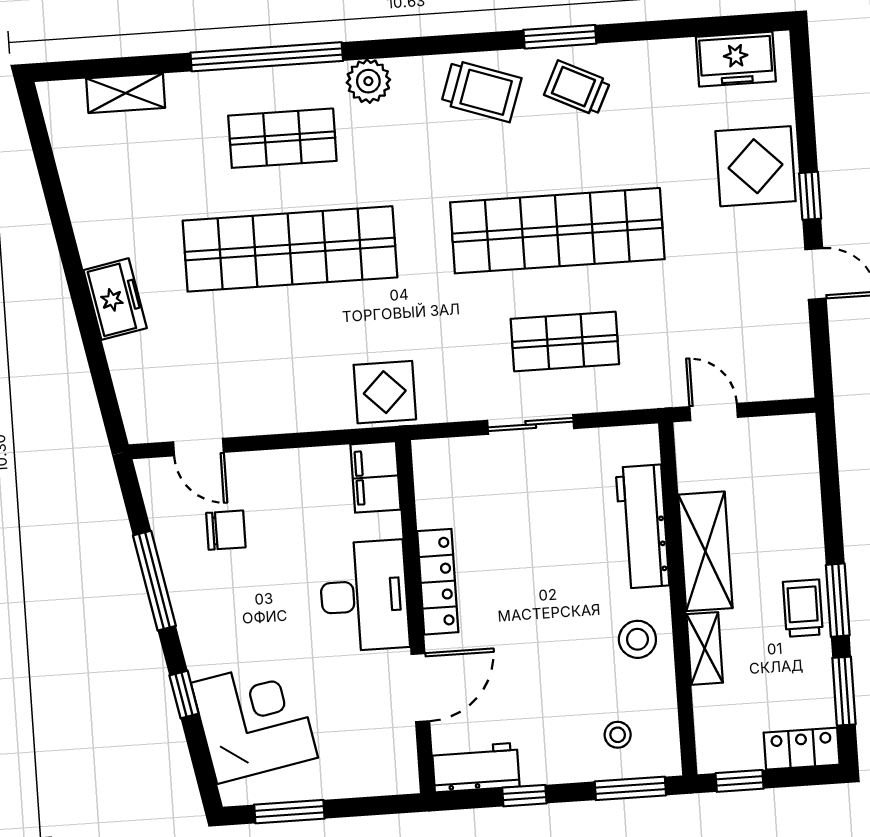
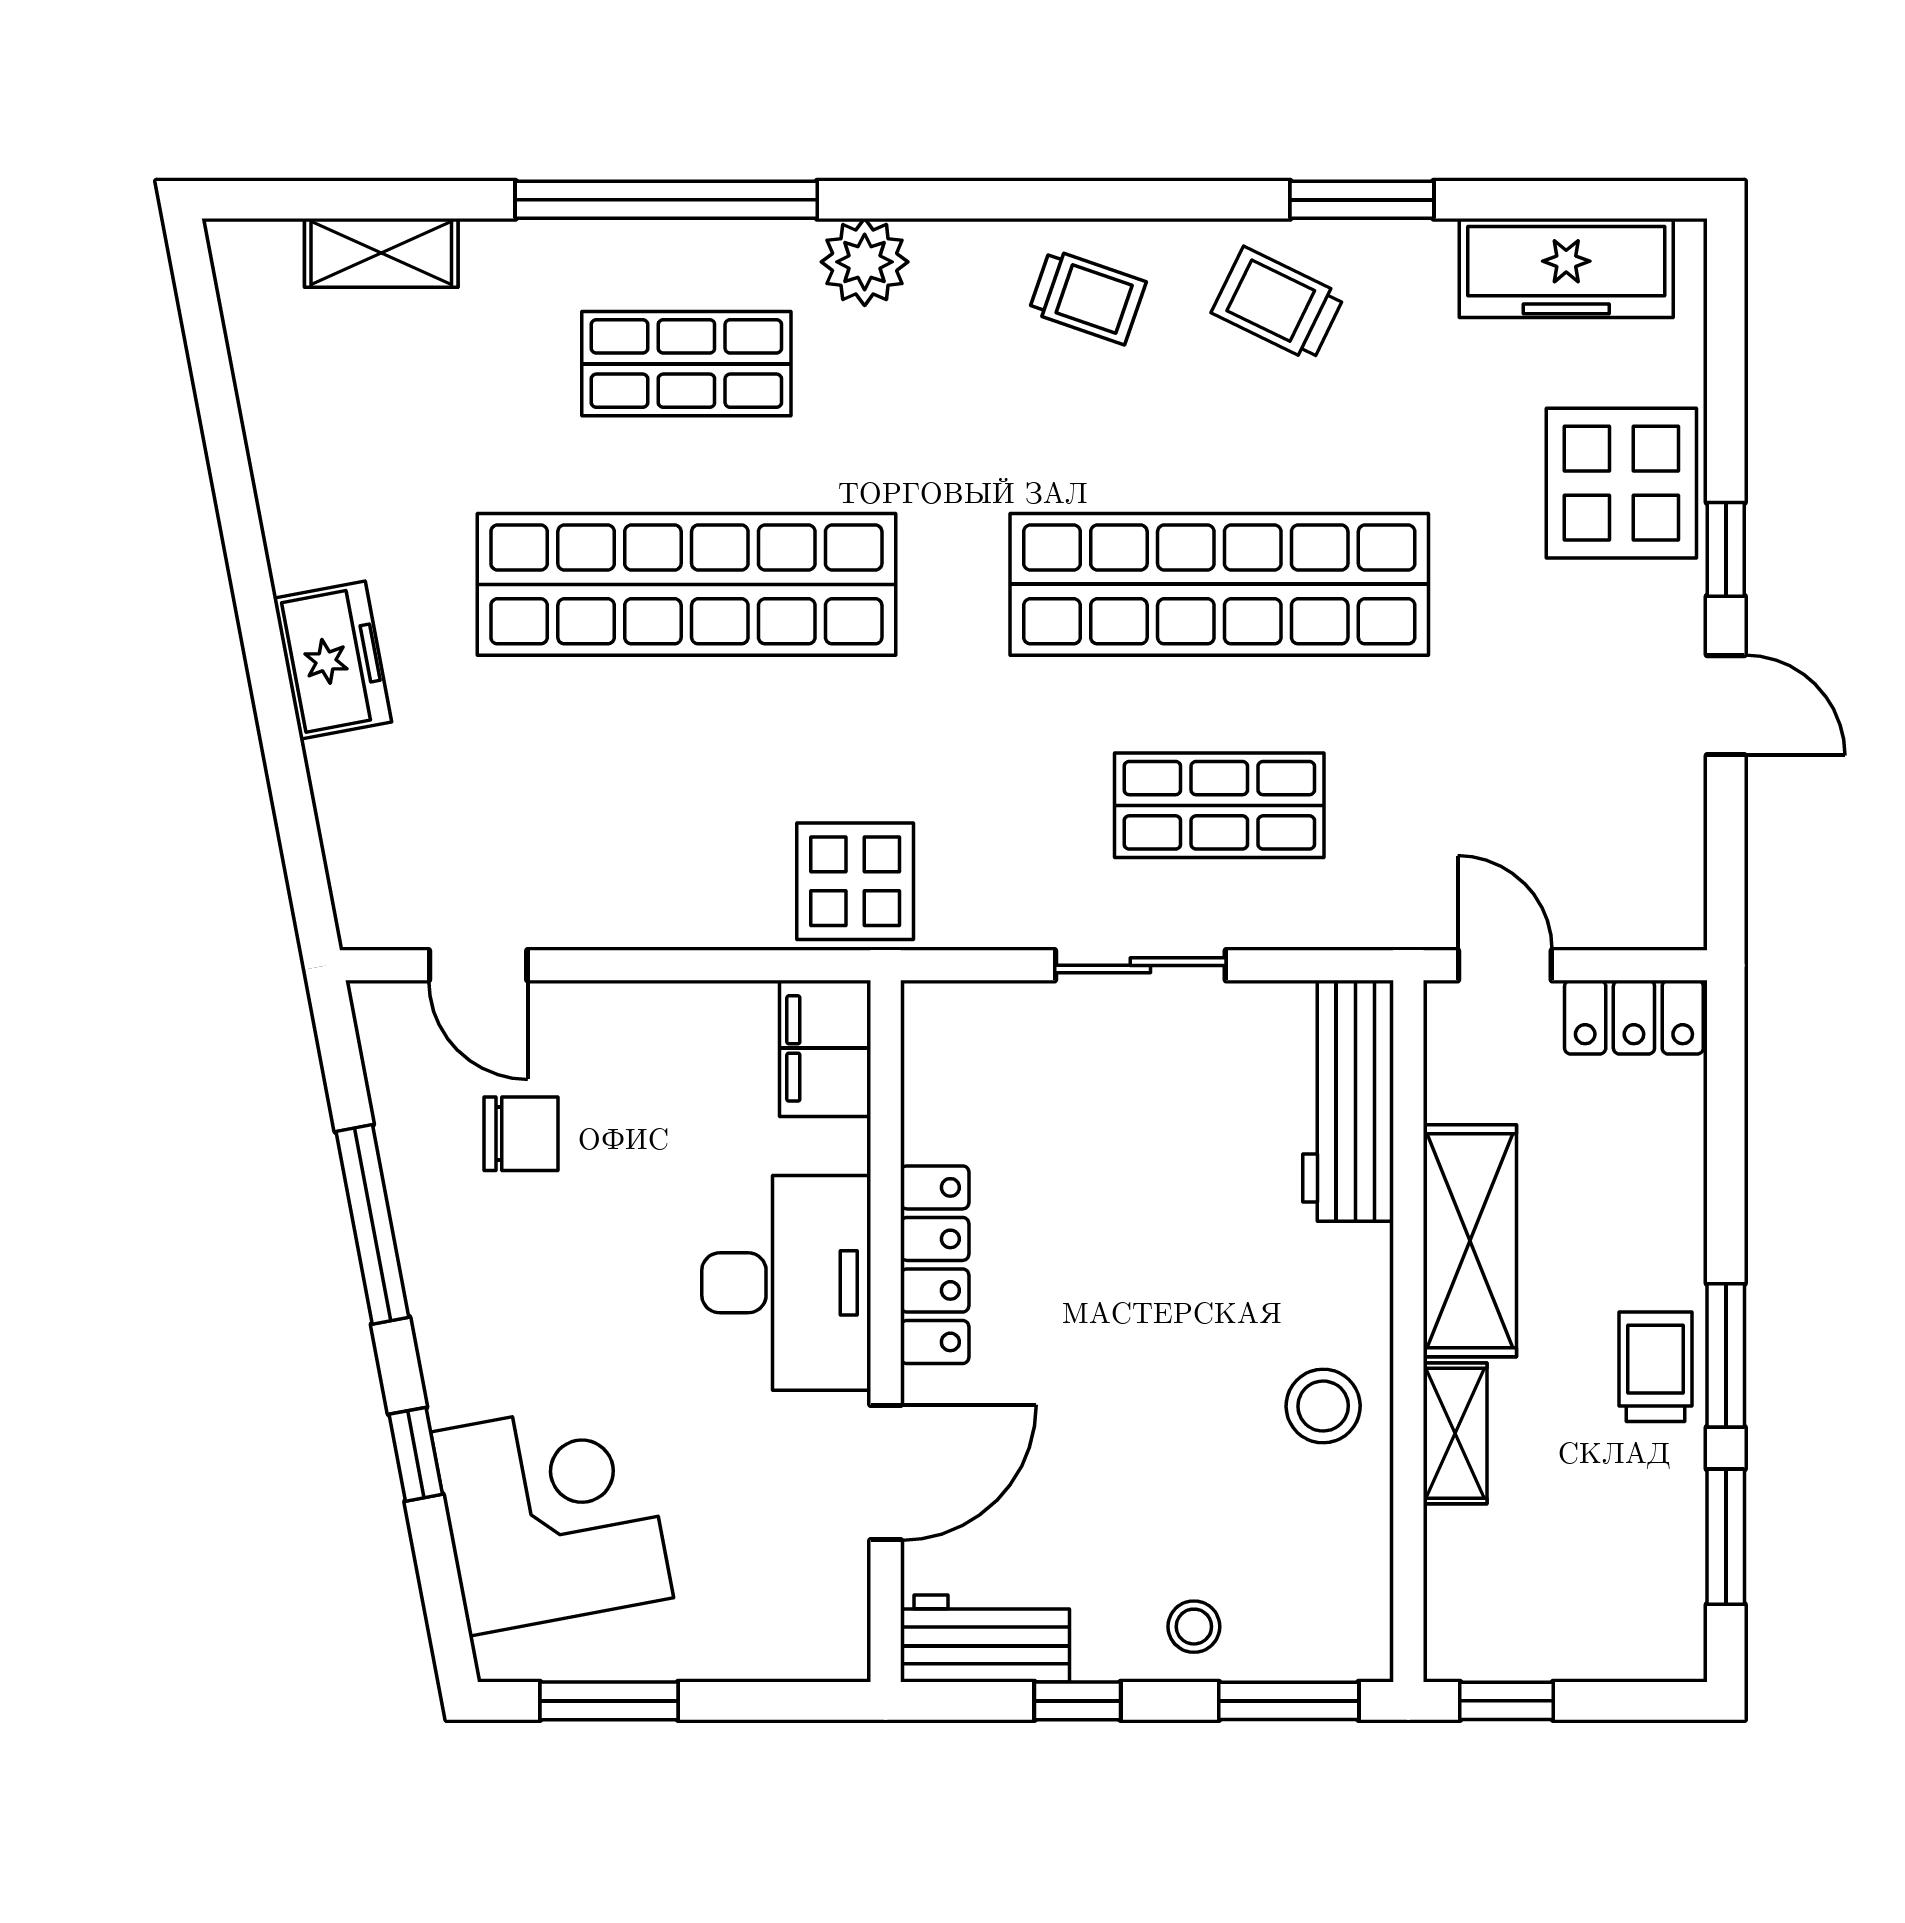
window: (560, 37) -> (1362, 200), moved
freezer: (736, 59) -> (1566, 268), width x1.40
trolley: (481, 91) -> (1087, 297), width x0.73, depth x0.72
workbench: (642, 526) -> (1348, 1101), moved
stool: (618, 735) -> (1194, 1627), moved
locker: (802, 749) -> (1634, 1017), moved, turned 180

